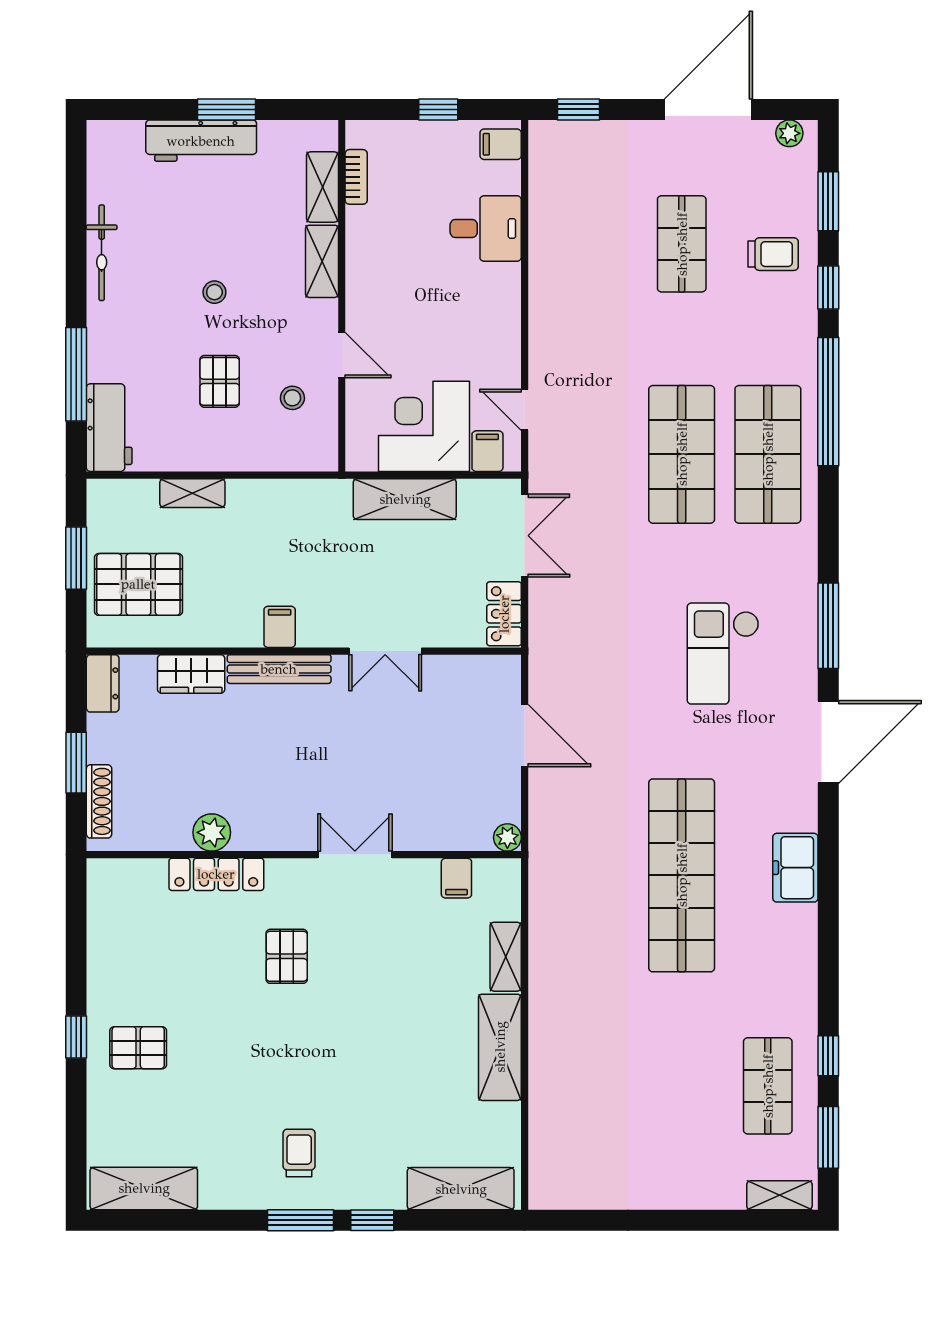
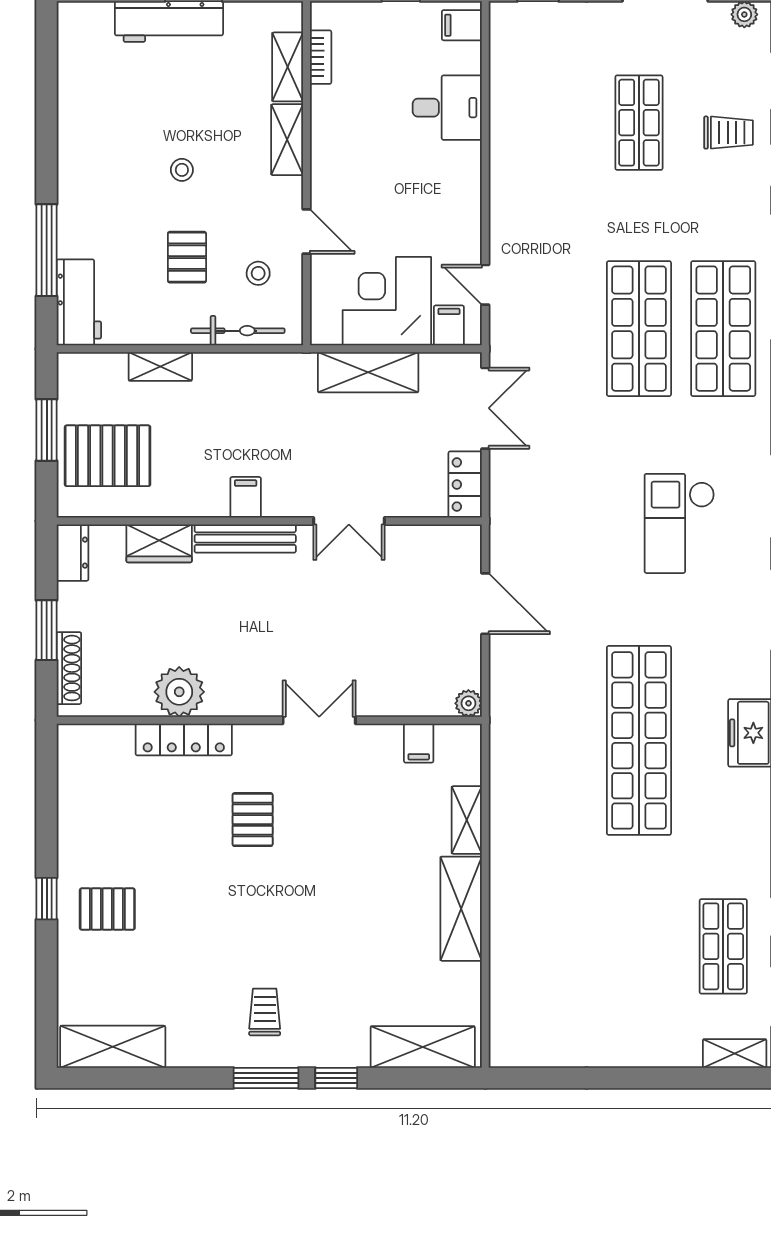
bicycle: (102, 253) -> (238, 331), moved, turned -90
plant: (212, 832) -> (179, 692), width x1.36, depth x1.36

